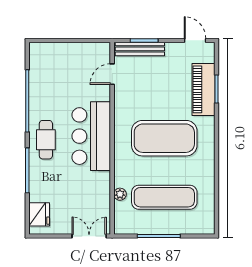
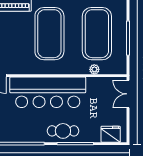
bar counter: (91, 136) -> (48, 92), width x1.36
cafe table: (46, 140) -> (63, 131), moved
exercise mat: (164, 197) -> (97, 34), width x1.47

